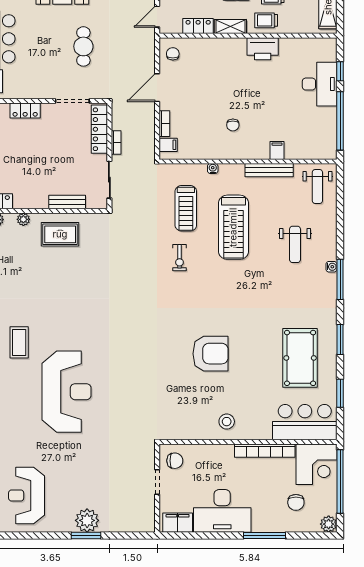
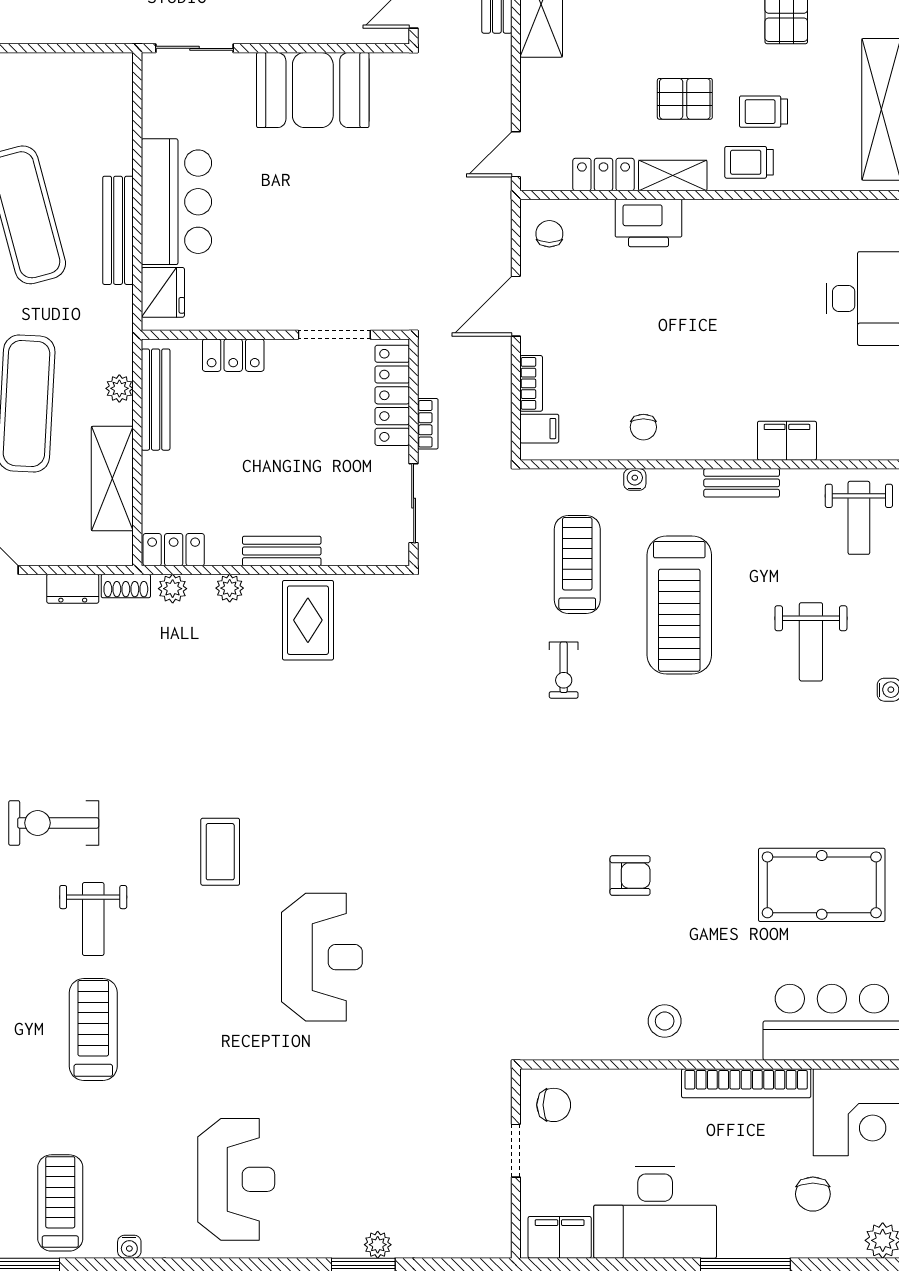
cafe table: (83, 46) -> (358, 218), removed
printer: (263, 49) -> (648, 223), moved
chair: (233, 125) -> (643, 427), moved
filing cabinet: (277, 150) -> (787, 441), width x2.00
bench: (269, 170) -> (742, 483), width x0.73
bench: (67, 202) -> (282, 551), moved
treadmill: (186, 208) -> (577, 565), turned 180
rug: (60, 234) -> (308, 620), turned 90
armchair: (210, 354) -> (630, 876), width x0.53, depth x0.53
pool table: (300, 358) -> (822, 885), turned 90
reception desk: (67, 392) -> (322, 957), width x0.74, depth x0.77
reception desk: (27, 496) -> (236, 1179), turned 180
plant: (87, 520) -> (378, 1245), width x0.53, depth x0.53

